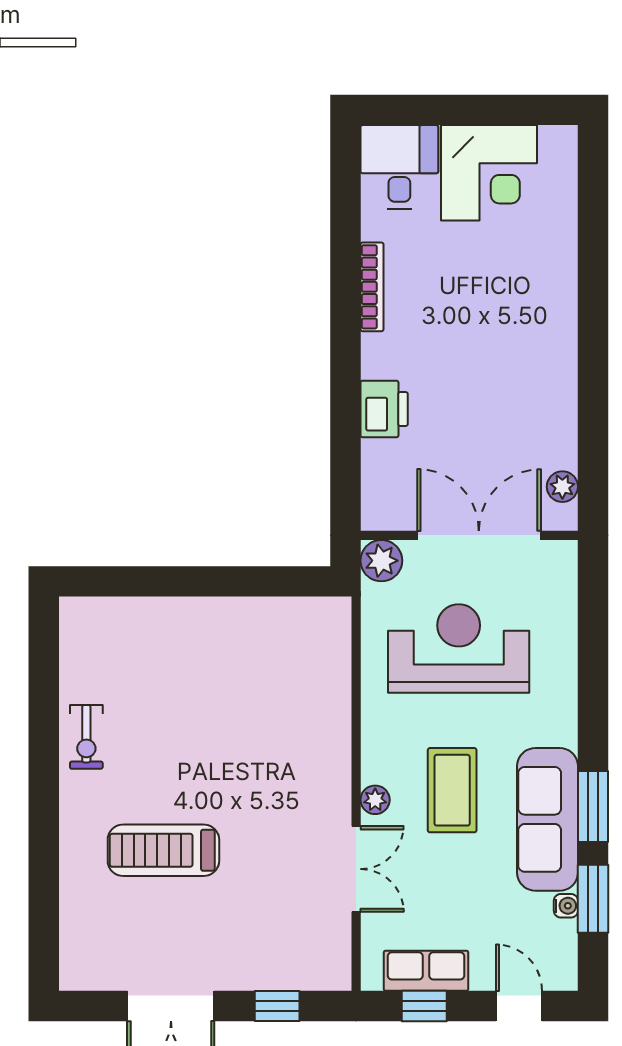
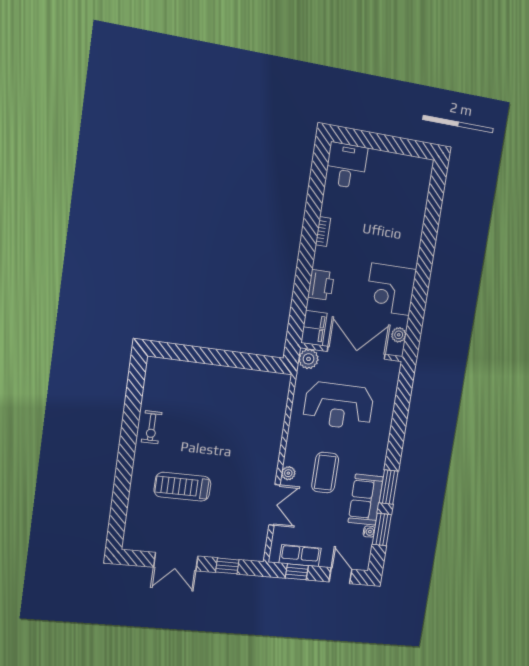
corner desk: (489, 173) -> (391, 289), moved, turned 90
bookcase: (372, 287) -> (323, 232), width x0.64
filing cabinet: (383, 497) -> (314, 328), added
reception desk: (459, 648) -> (339, 406), turned 180
sofa: (548, 819) -> (366, 500), width x0.73

